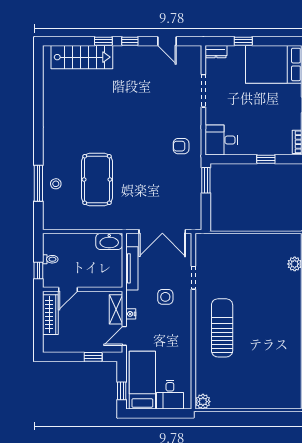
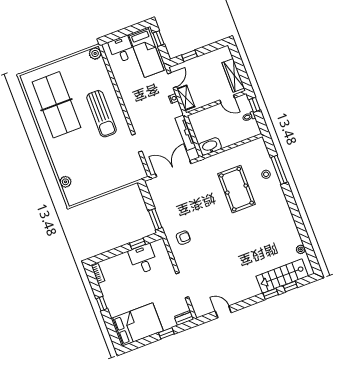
window: (130, 41) -> (290, 286), moved
plant: (48, 80) -> (301, 249), added
desk: (221, 140) -> (143, 259), moved, turned -90
window: (266, 159) -> (137, 244), moved
door: (68, 289) -> (227, 99), swing flipped
side table: (165, 297) -> (153, 121), removed
table tennis table: (271, 358) -> (56, 105), added

